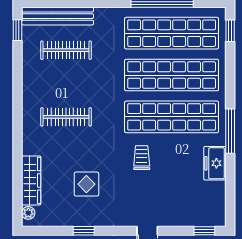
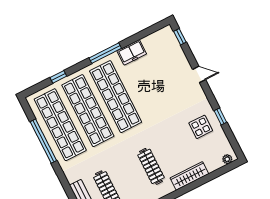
window: (230, 31) -> (58, 77), moved
trolley: (142, 158) -> (153, 103), removed
wardrobe: (31, 180) -> (189, 176), moved
display table: (86, 184) -> (201, 127), moved

